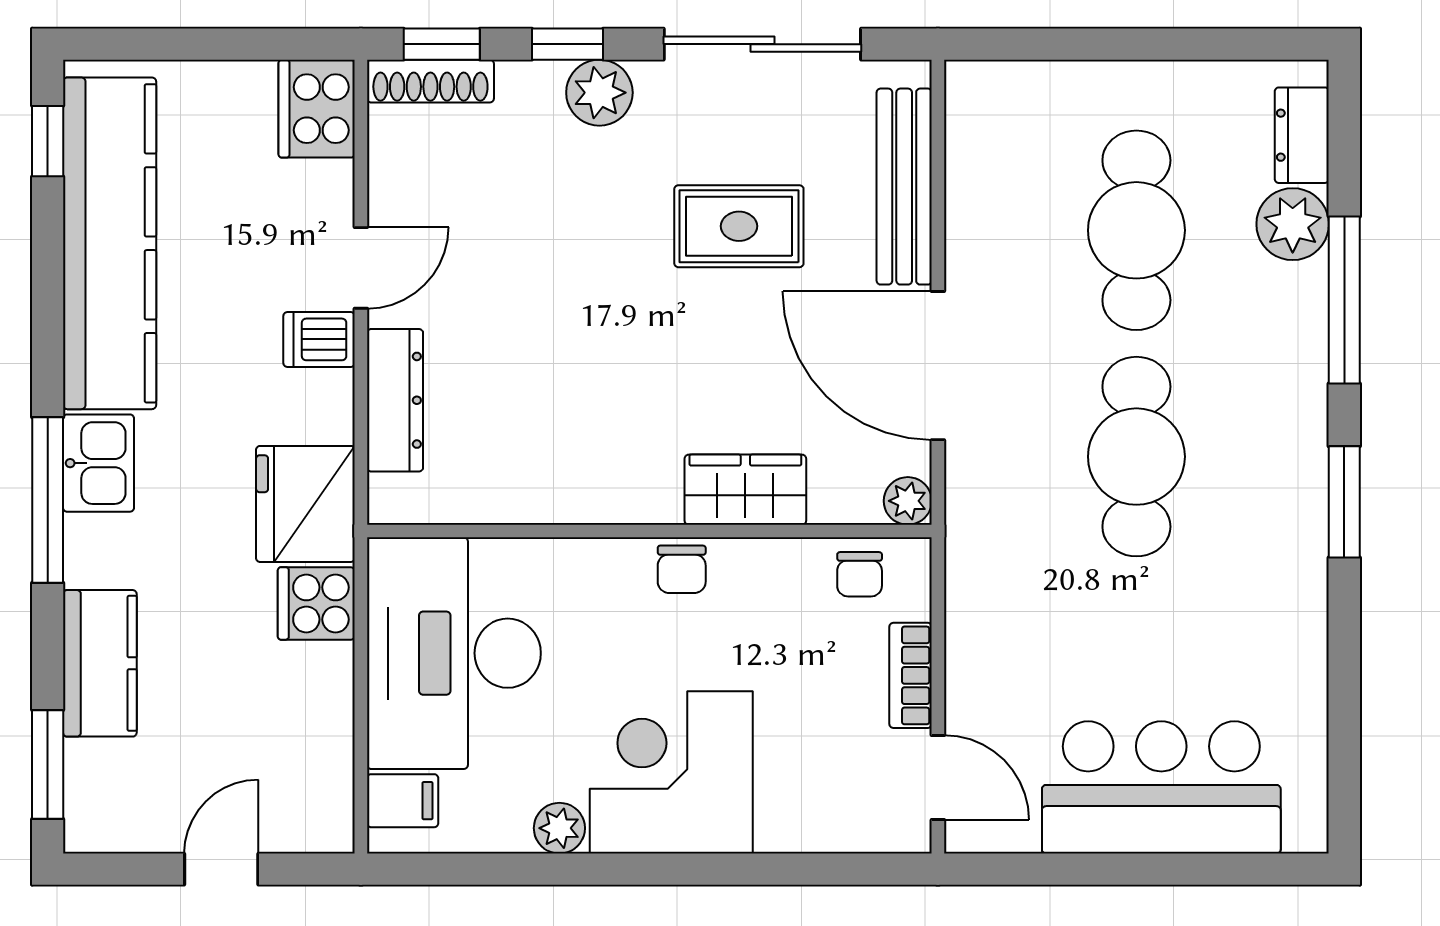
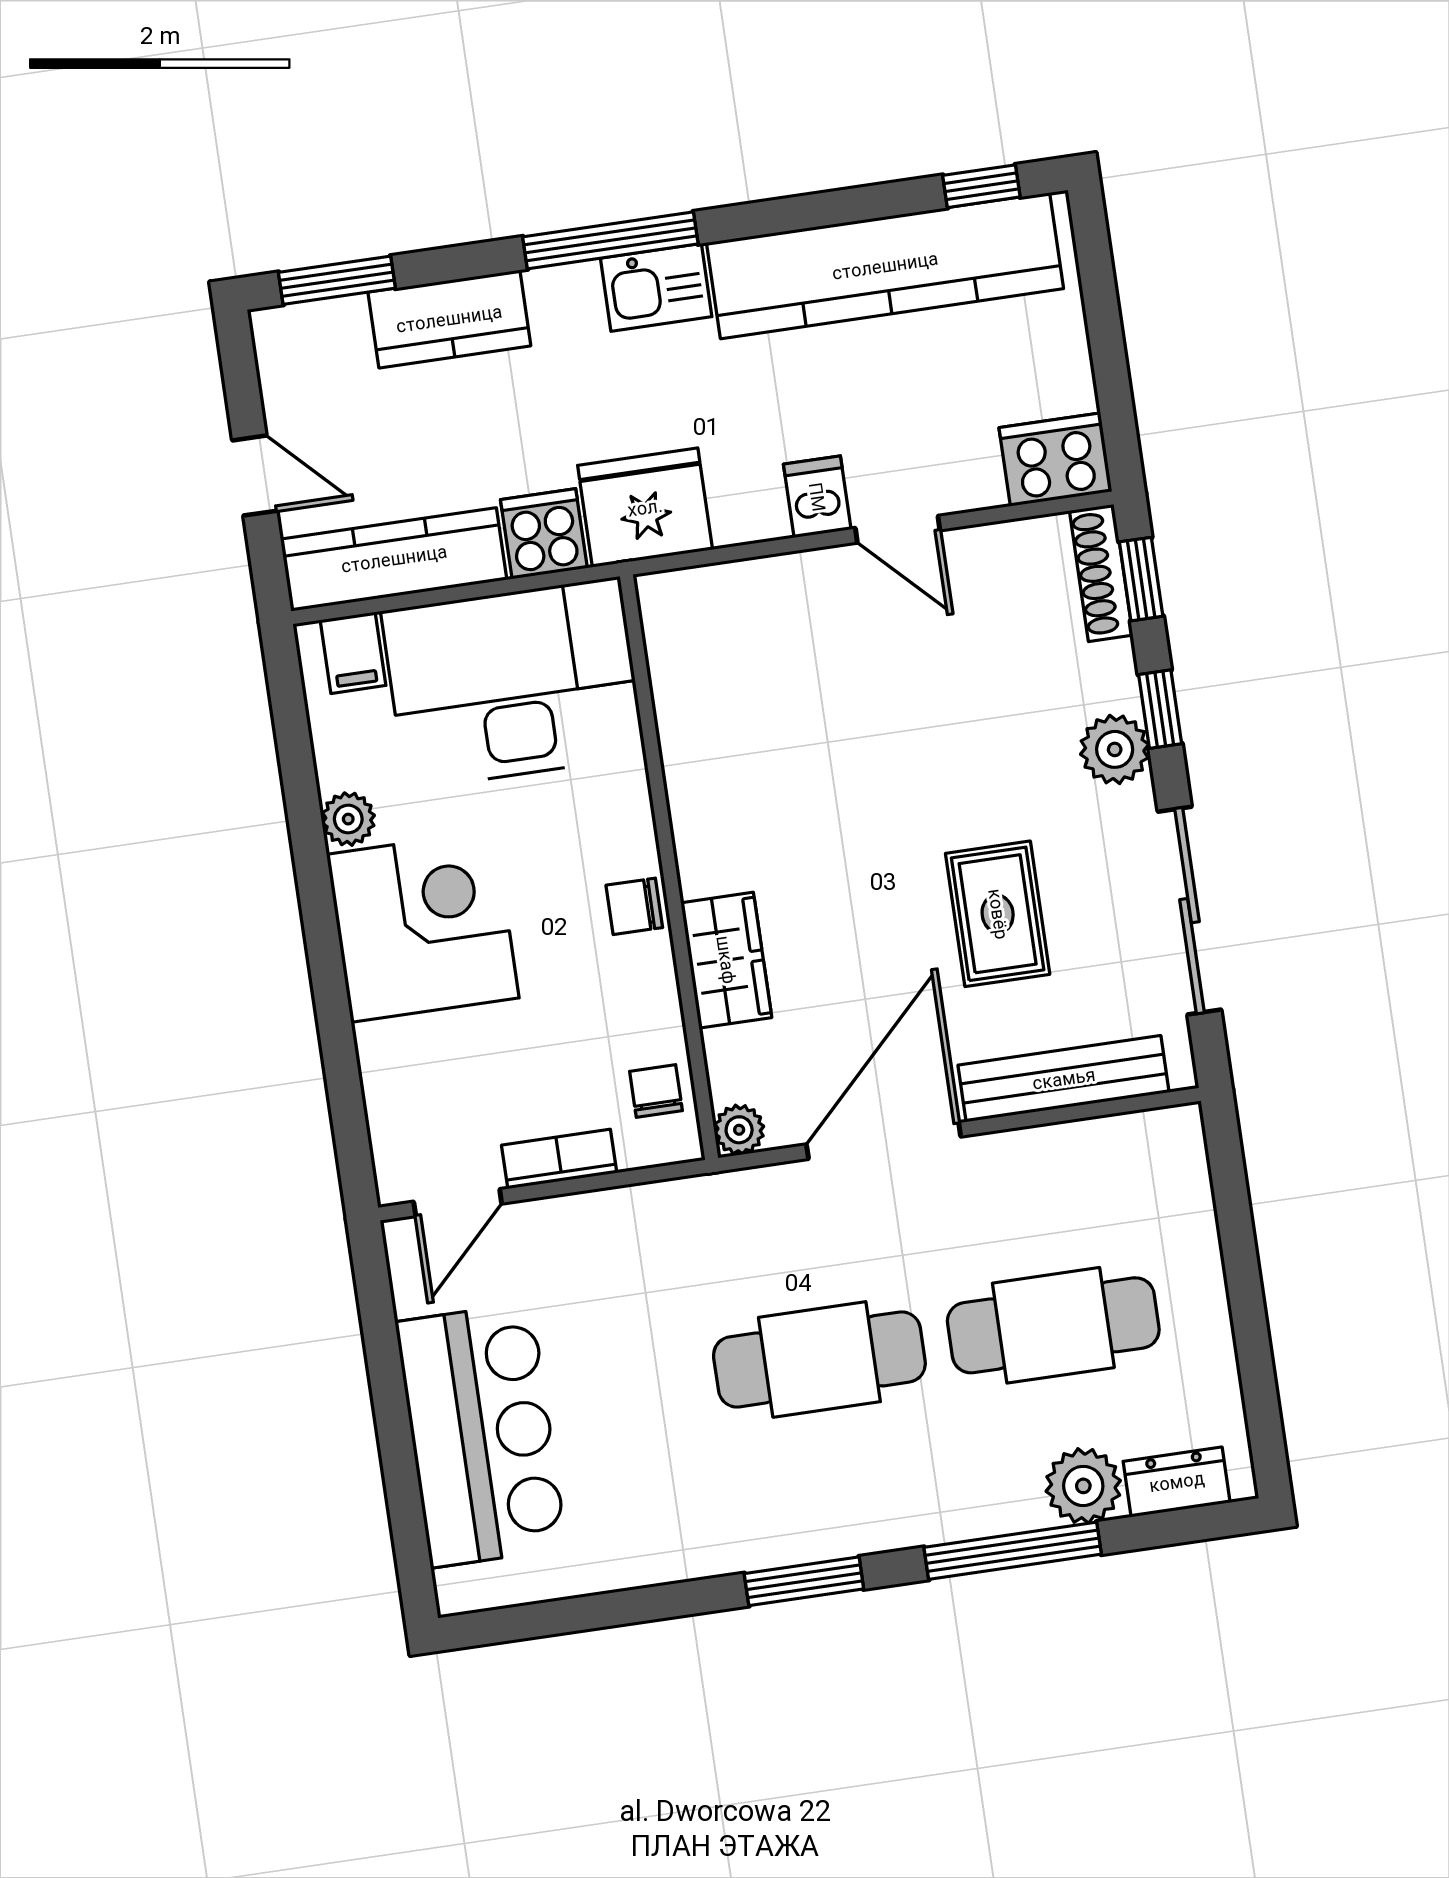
dresser: (395, 400) -> (766, 585), removed
chair: (860, 574) -> (656, 1091), turned 90
kitchen counter: (320, 749) -> (394, 559), added

